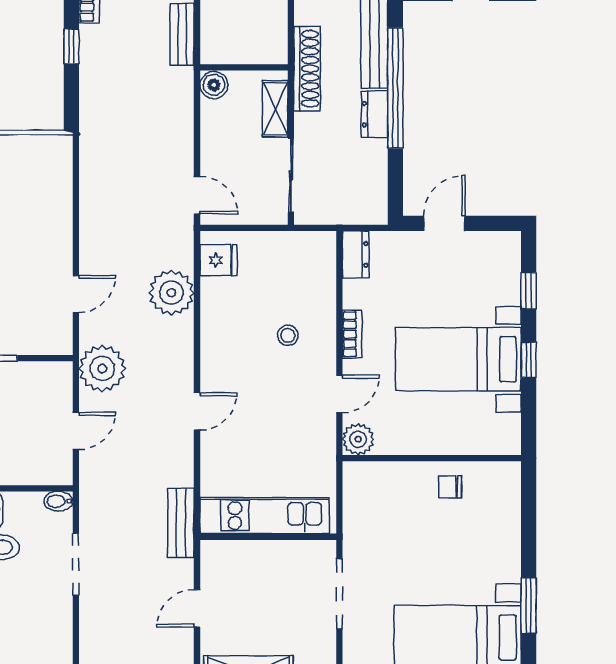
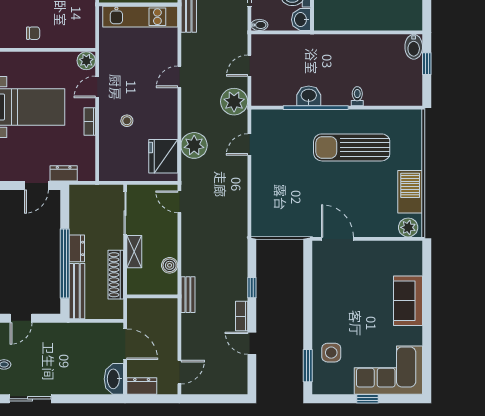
wall: (244, 67) -> (152, 296), moved
dresser: (356, 254) -> (64, 173), moved, turned 90
fridge: (219, 260) -> (163, 156), width x1.88, depth x1.34

